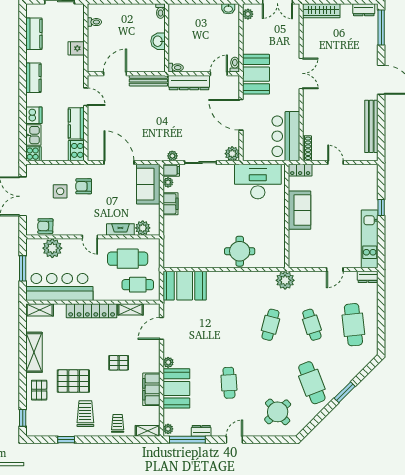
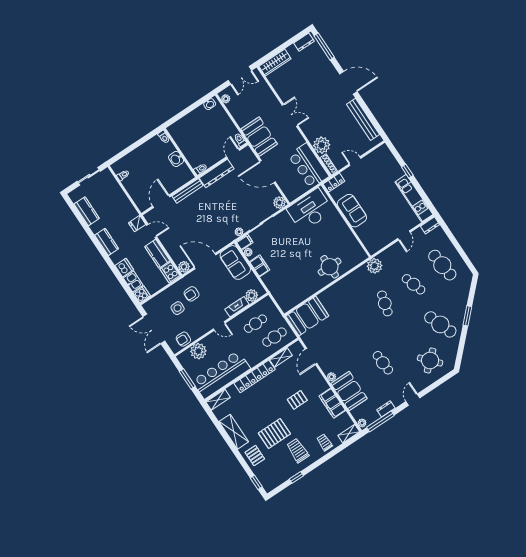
fridge: (76, 48) -> (137, 224), moved
plant: (313, 124) -> (322, 145), added
plant: (94, 154) -> (184, 267), added
cafe table: (128, 259) -> (255, 324), width x0.73, depth x0.74

